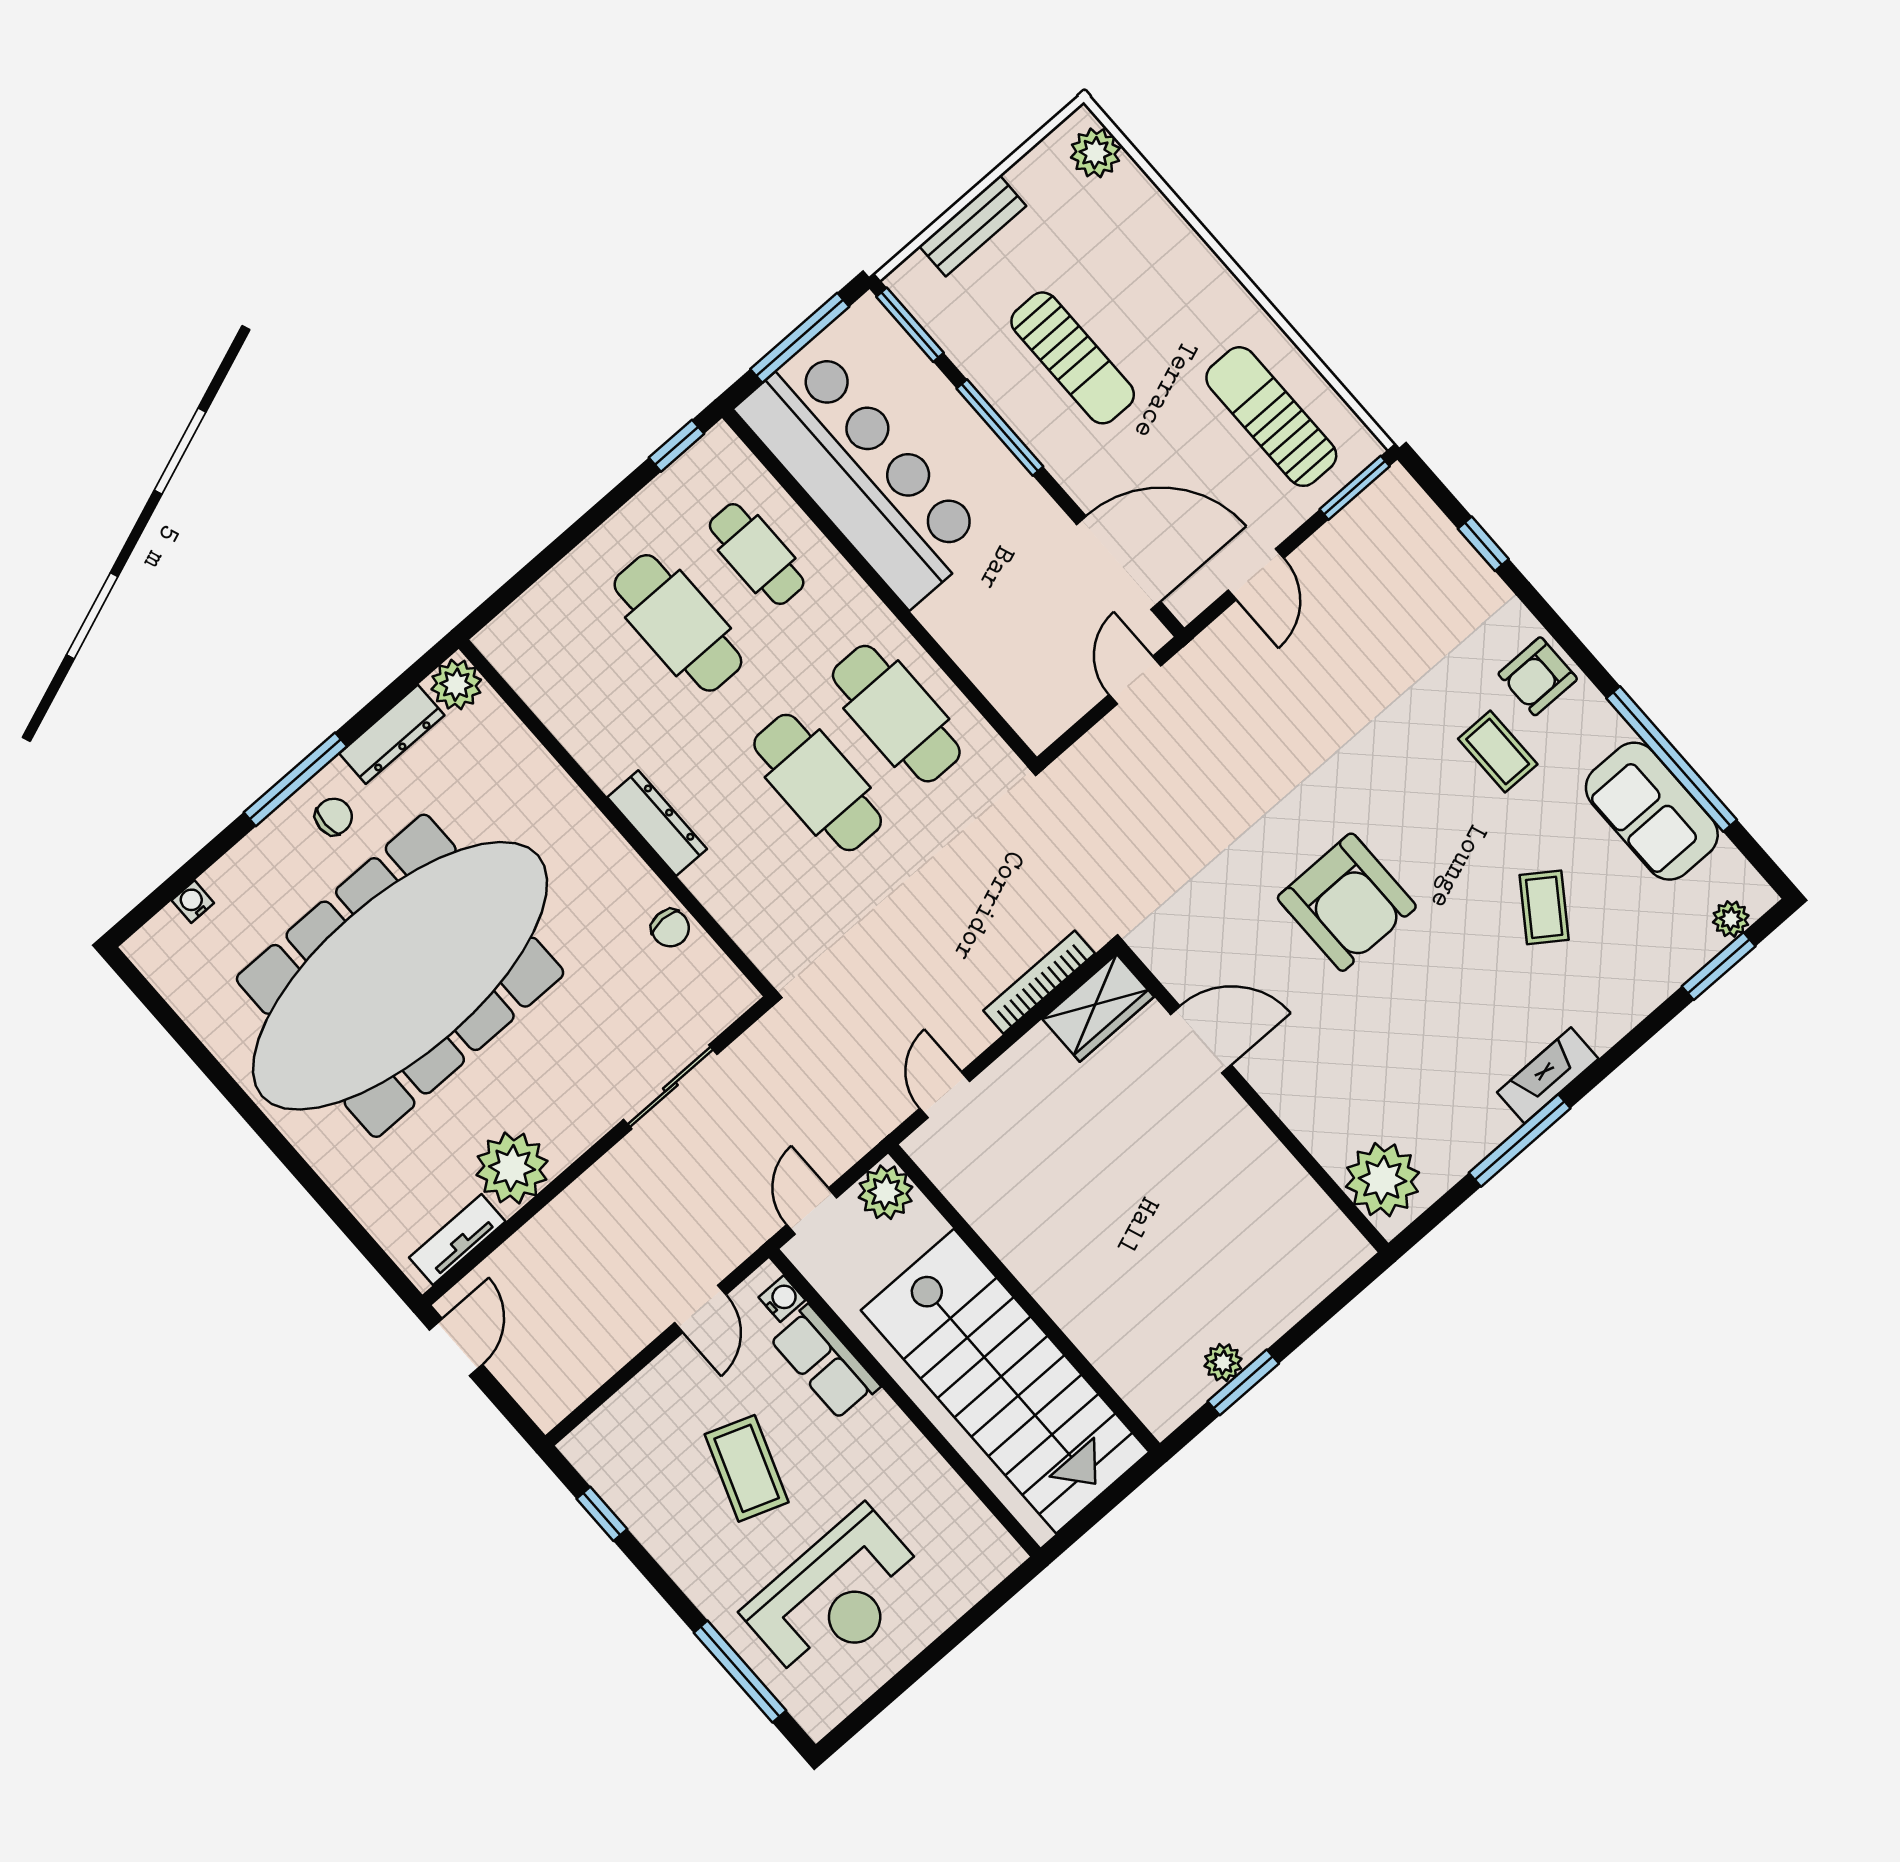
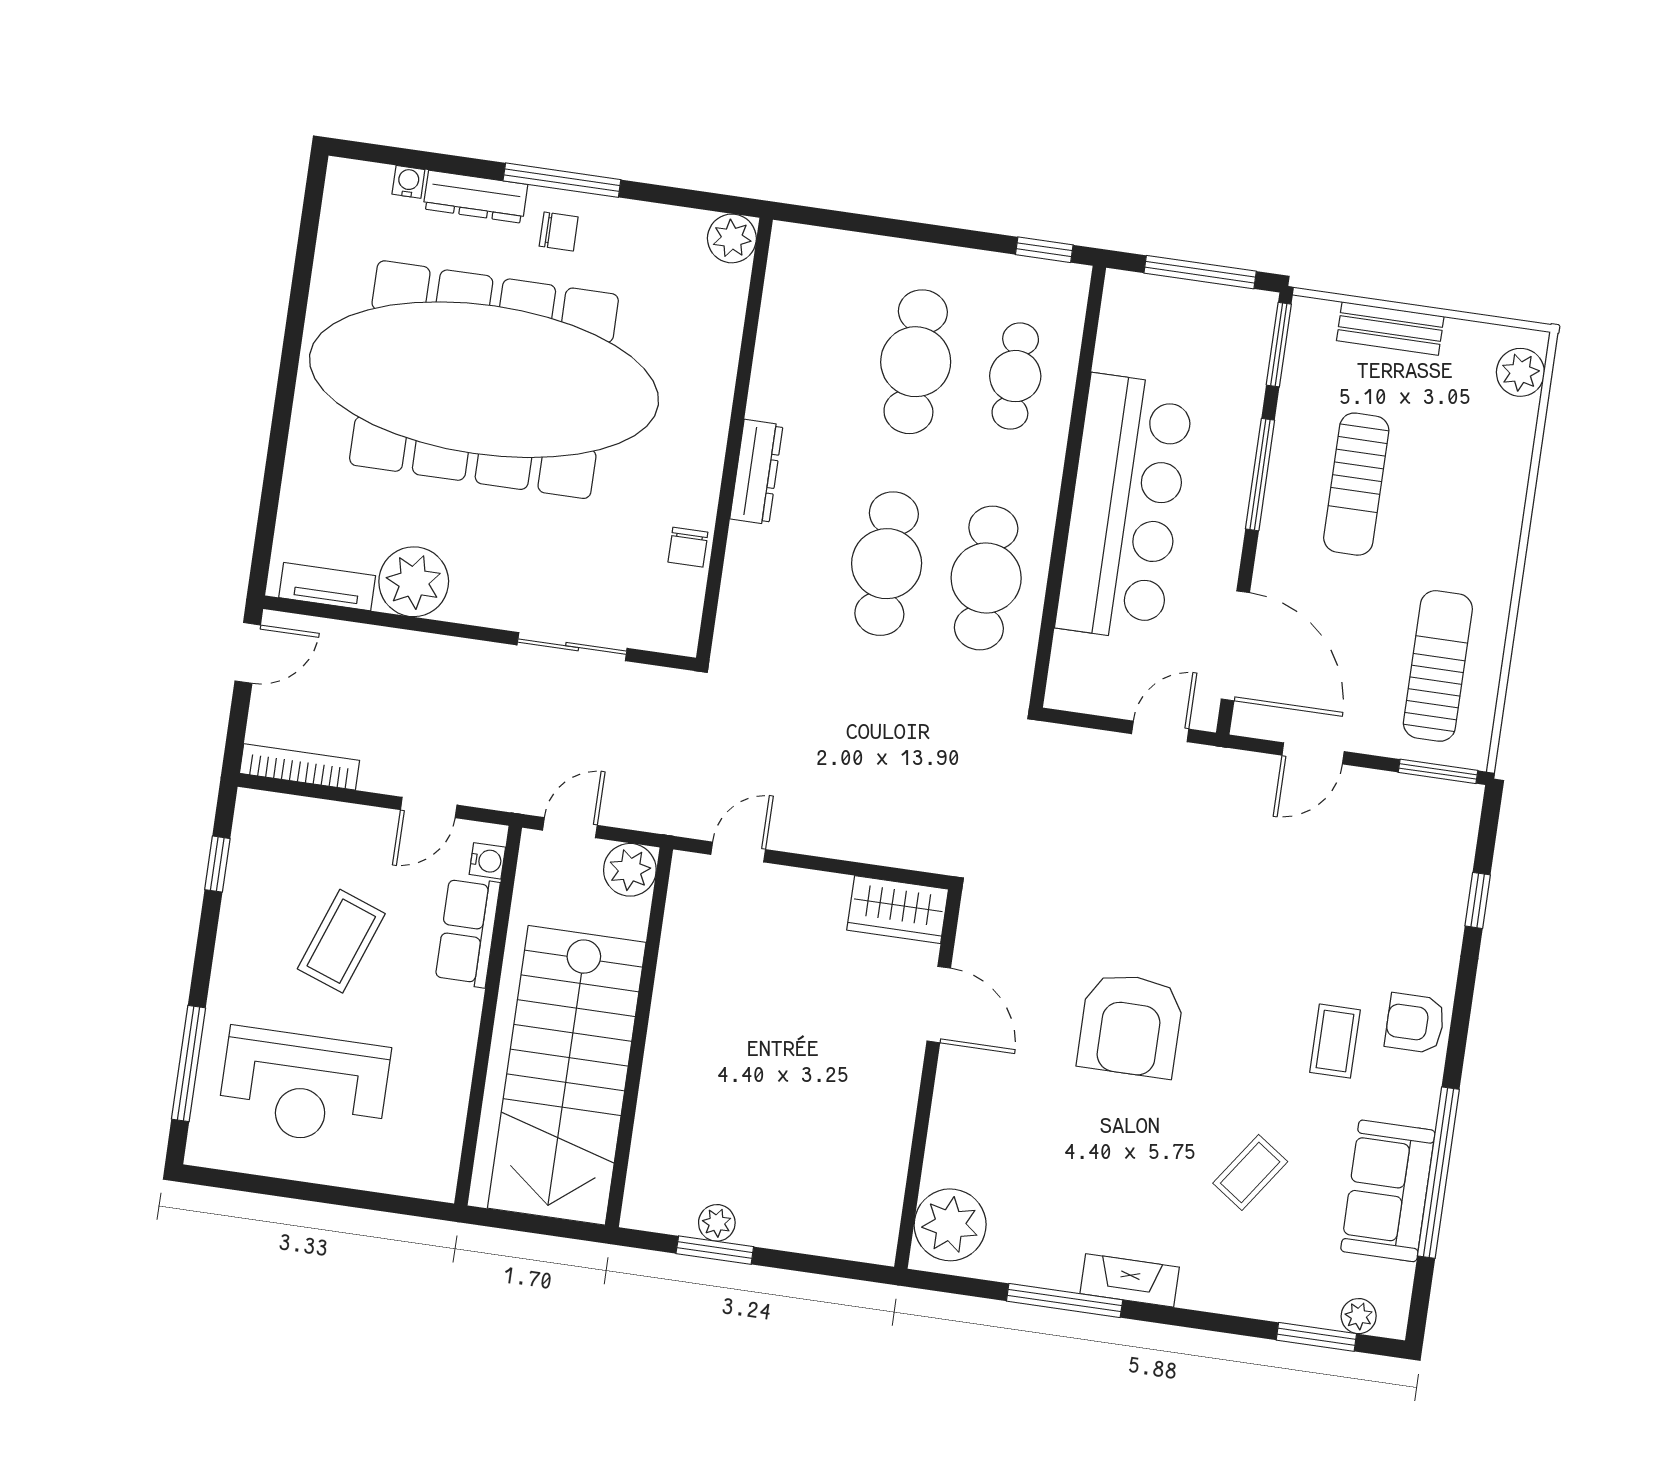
bar counter: (862, 474) -> (1125, 507), moved
dresser: (392, 734) -> (475, 197), moved
bookcase: (1039, 982) -> (299, 767), moved

